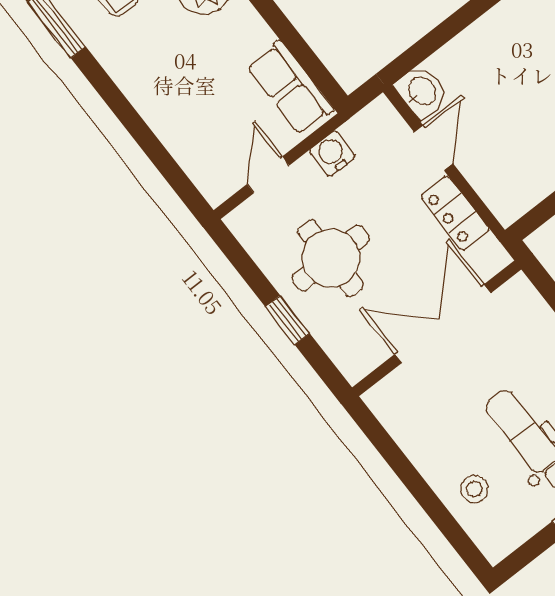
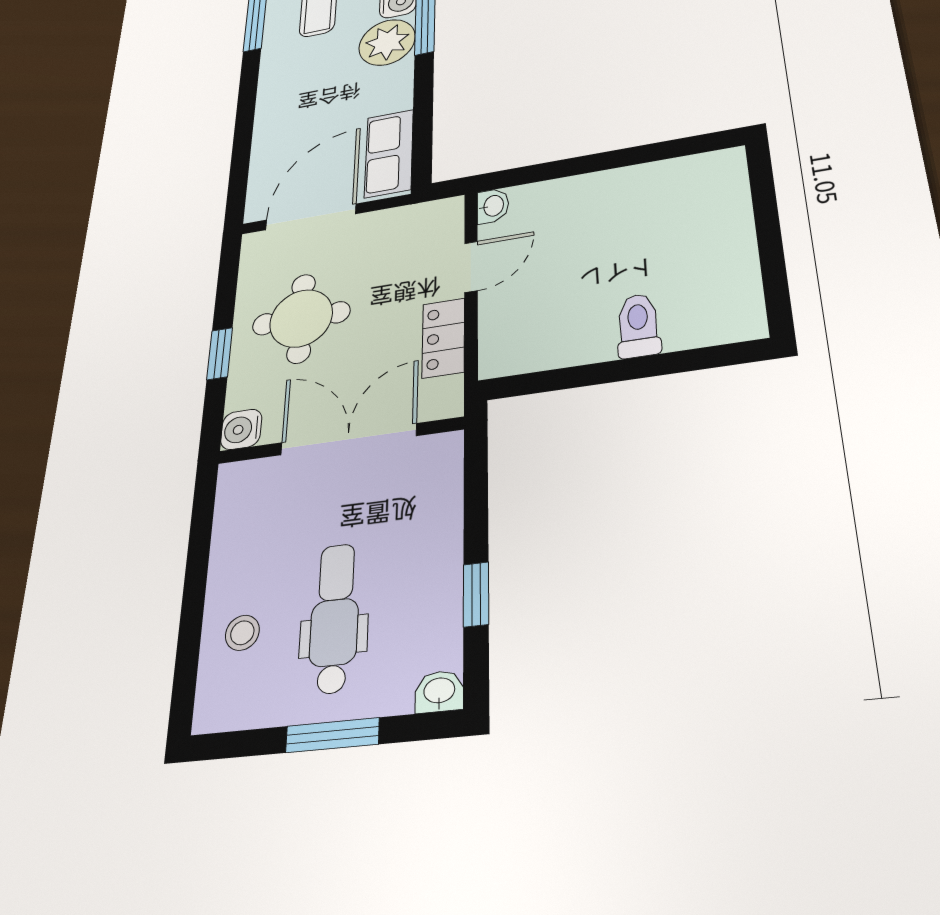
washbasin: (422, 91) -> (493, 206), width x0.72, depth x0.69
water cooler: (332, 154) -> (241, 429), moved, turned -90
door: (268, 175) -> (311, 217), width x1.88

